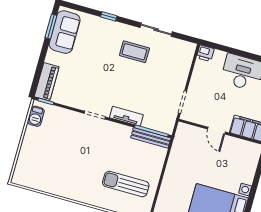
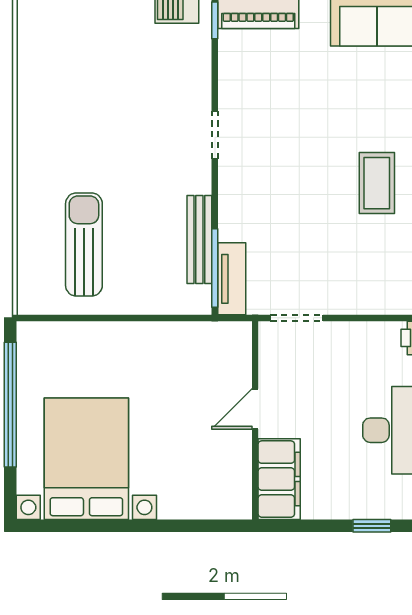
tv unit: (126, 116) -> (232, 279), moved
bench: (151, 138) -> (199, 240), moved

